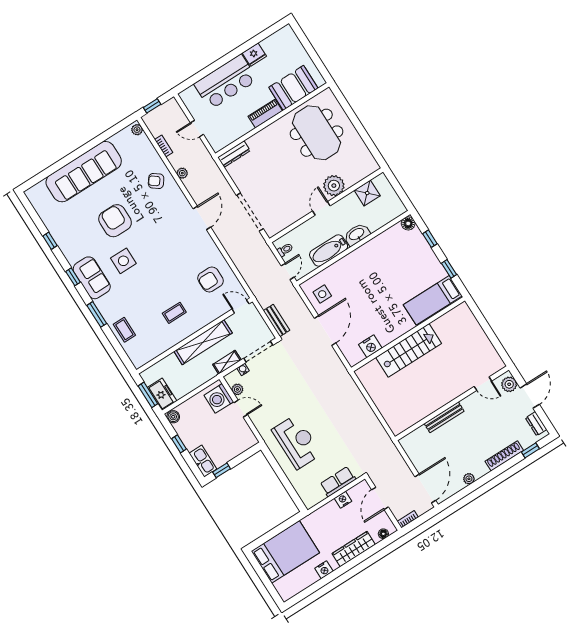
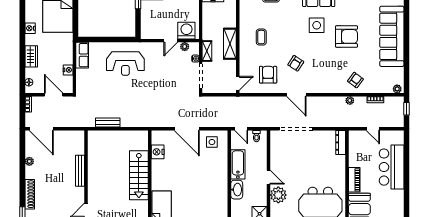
fridge: (254, 55) -> (398, 197), removed
door: (197, 129) -> (373, 129), swing flipped
door: (202, 218) -> (296, 95), moved
armchair: (179, 257) -> (296, 63), added
bench: (276, 320) -> (108, 122), moved
shelving: (203, 342) -> (230, 44), width x0.68
row of seats: (338, 482) -> (82, 55), moved
wardrobe: (354, 549) -> (31, 56), width x0.67

